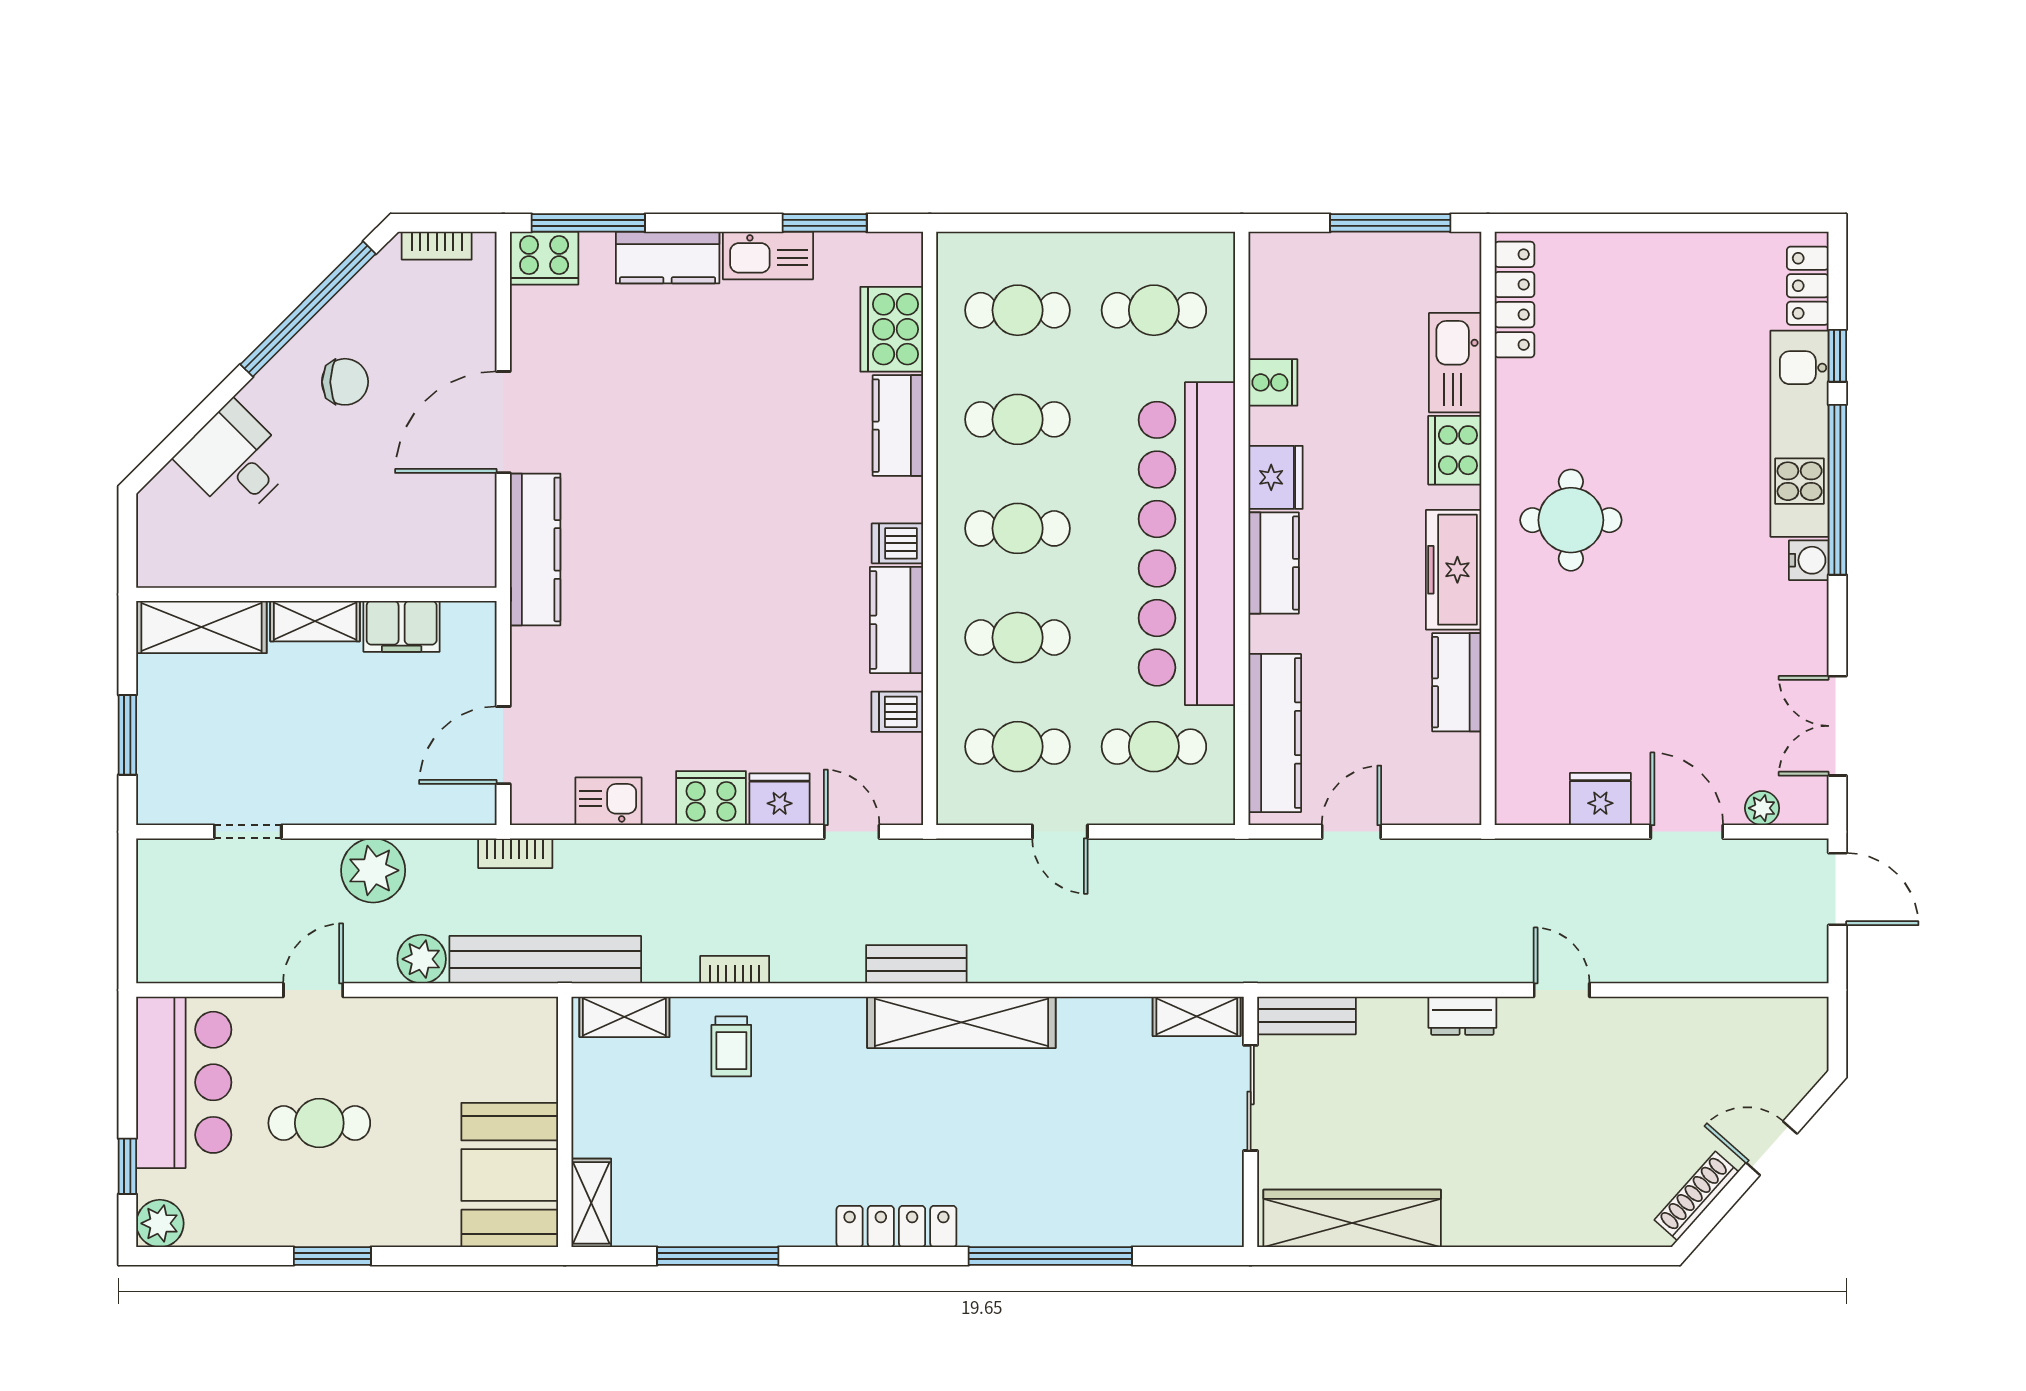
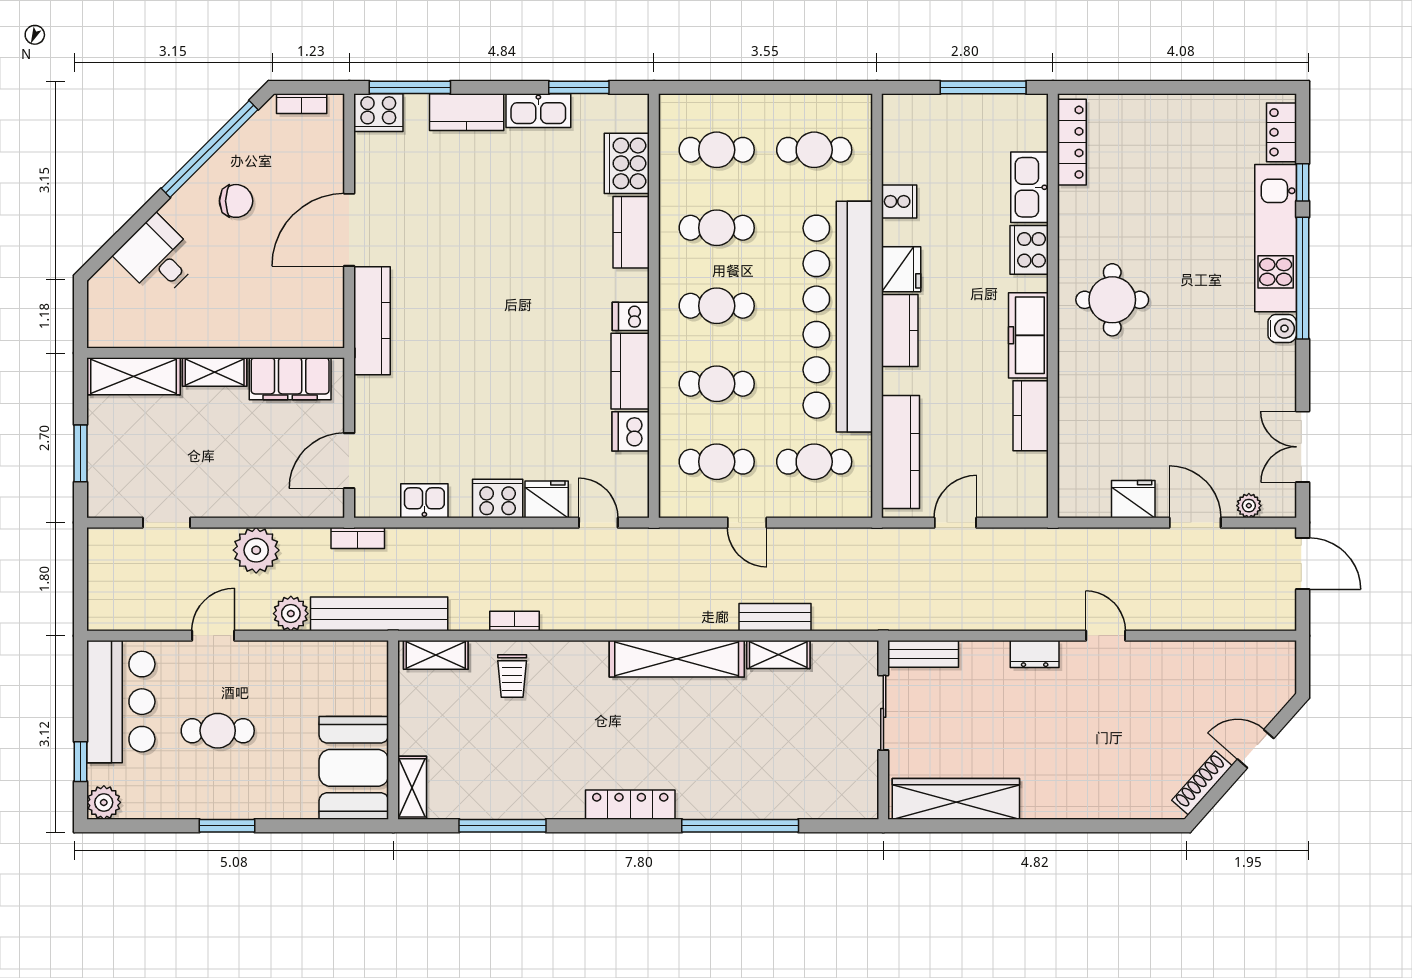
filing cabinet: (402, 626) -> (290, 379), width x1.50, depth x1.17
dishwasher: (897, 712) -> (631, 431), width x1.38
bench: (916, 964) -> (775, 617), moved
shelving: (1197, 1016) -> (778, 654), moved

